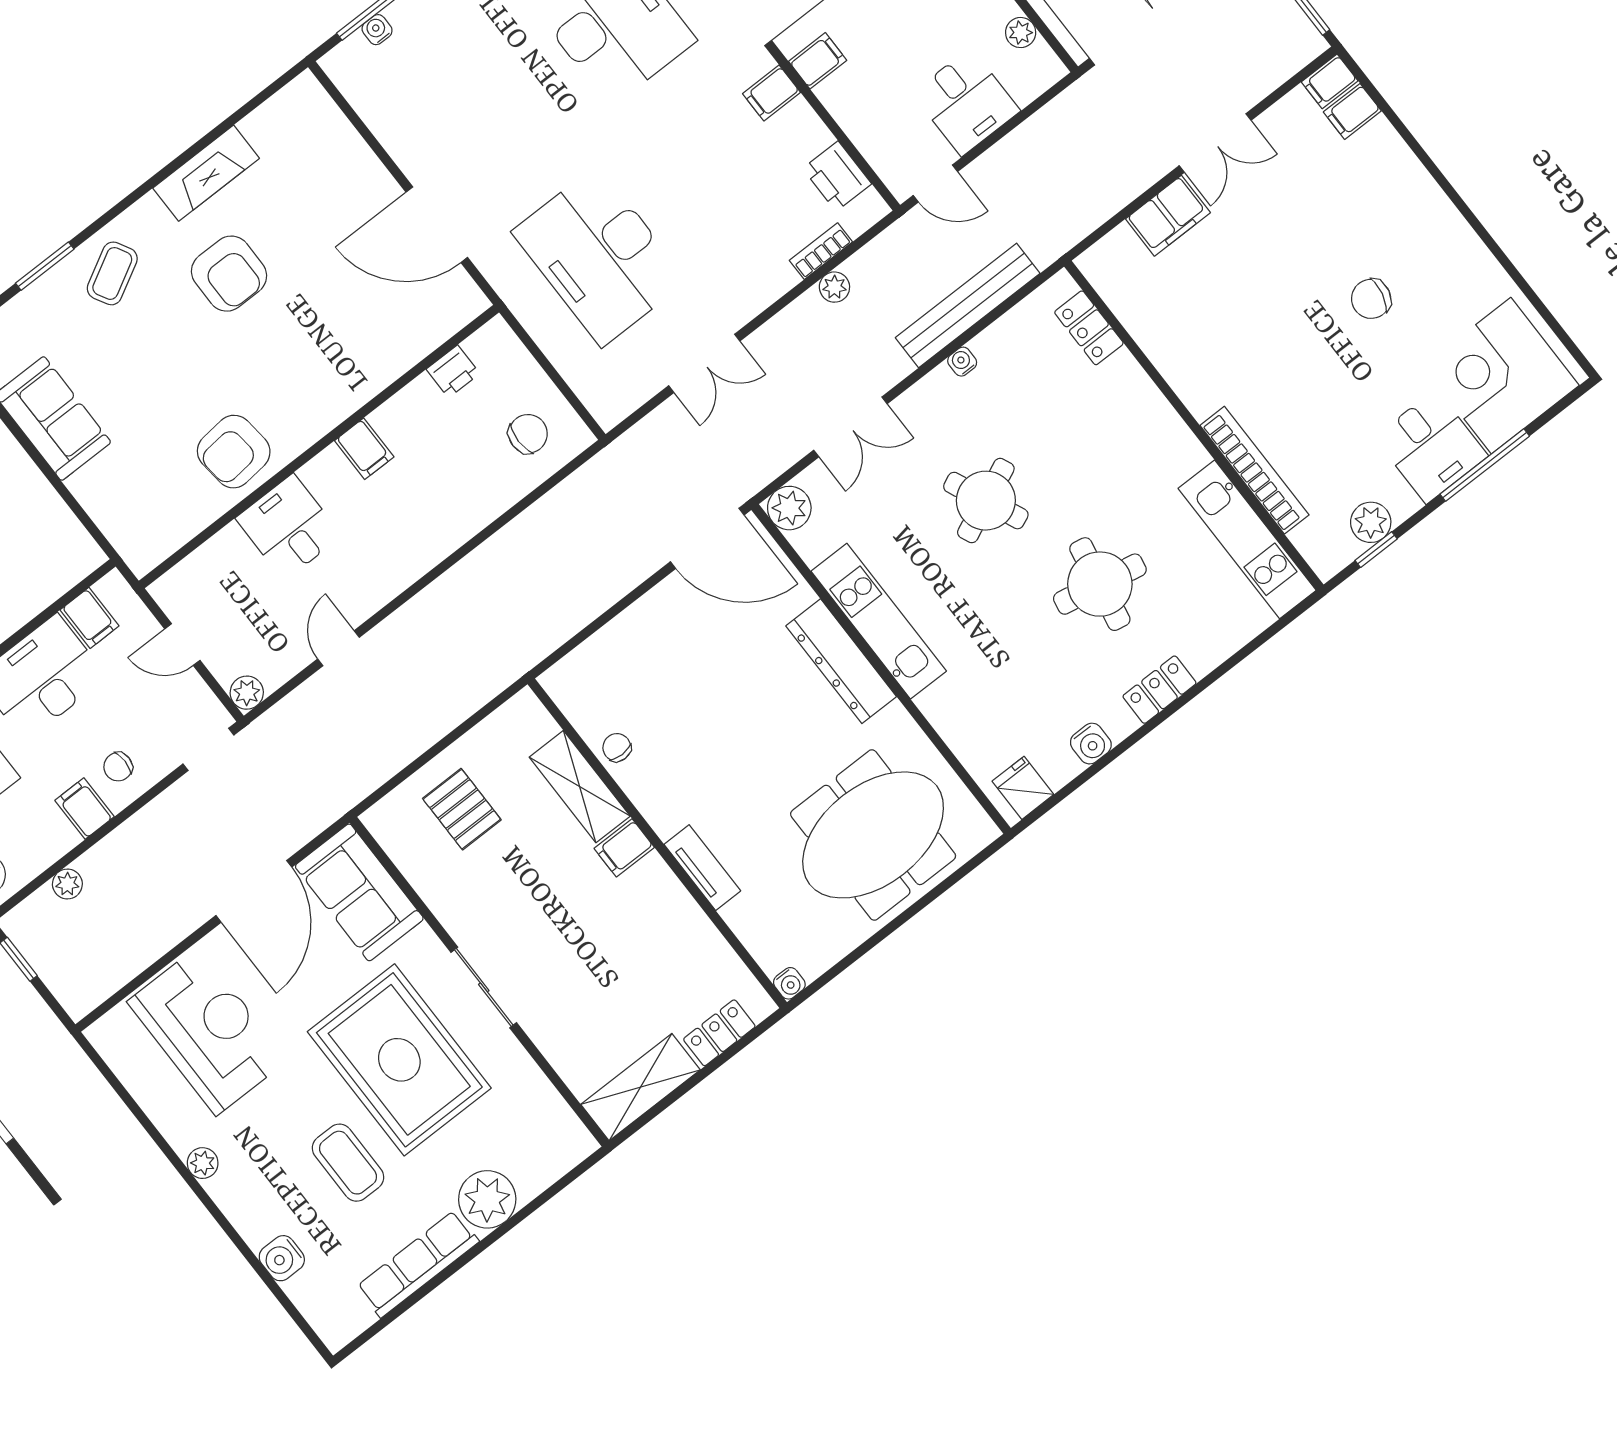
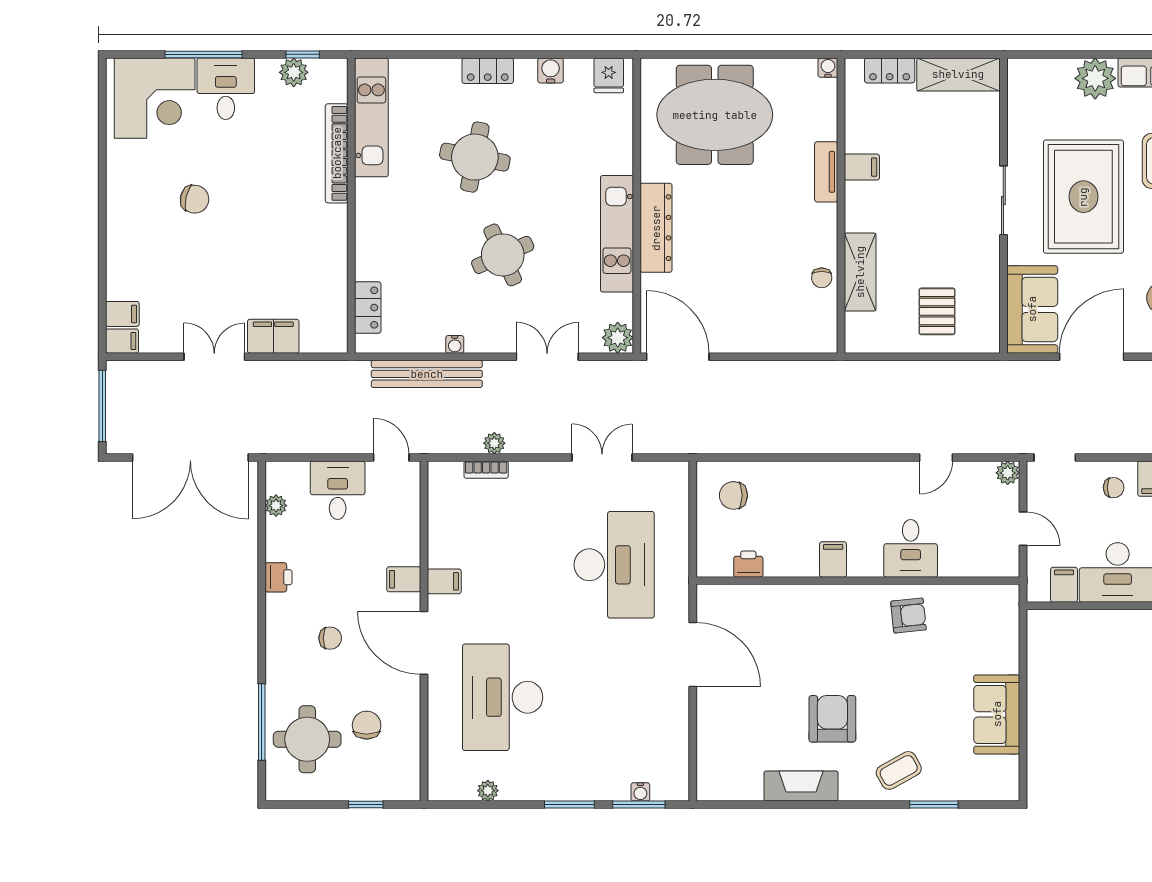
printer: (837, 176) -> (444, 505), removed
armchair: (234, 452) -> (908, 616), width x0.72, depth x0.72
filing cabinet: (624, 848) -> (862, 167), moved

